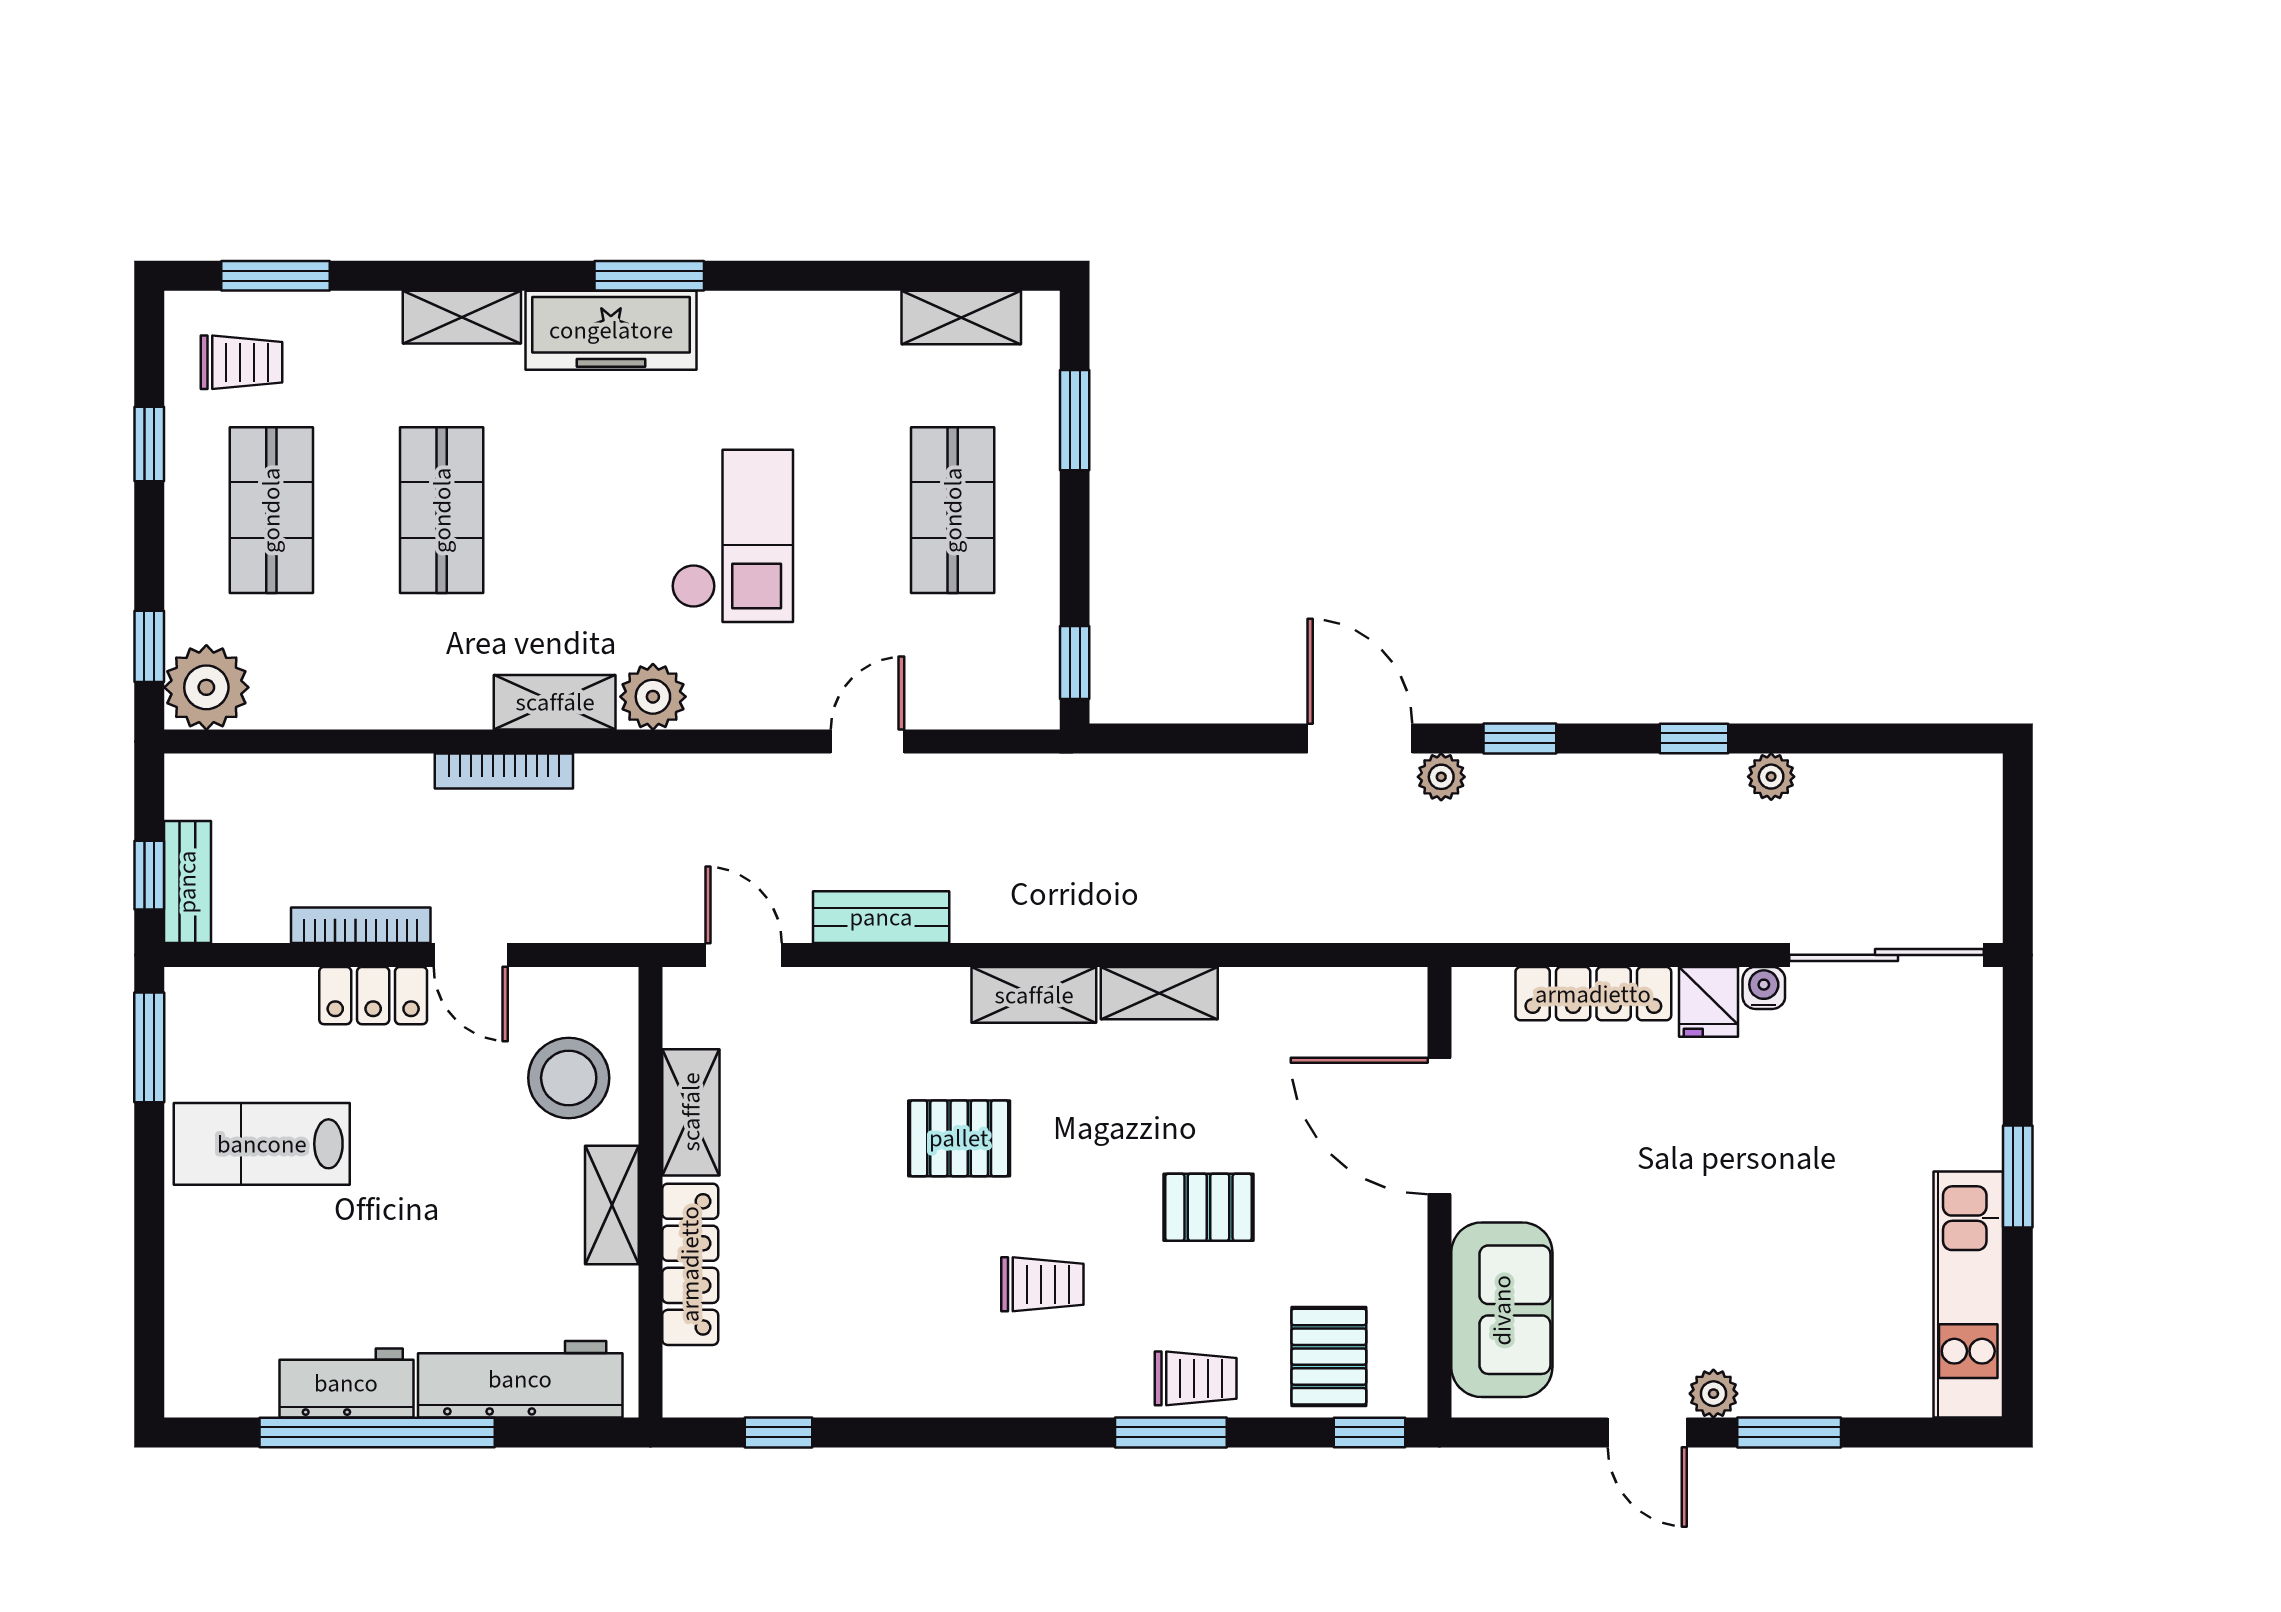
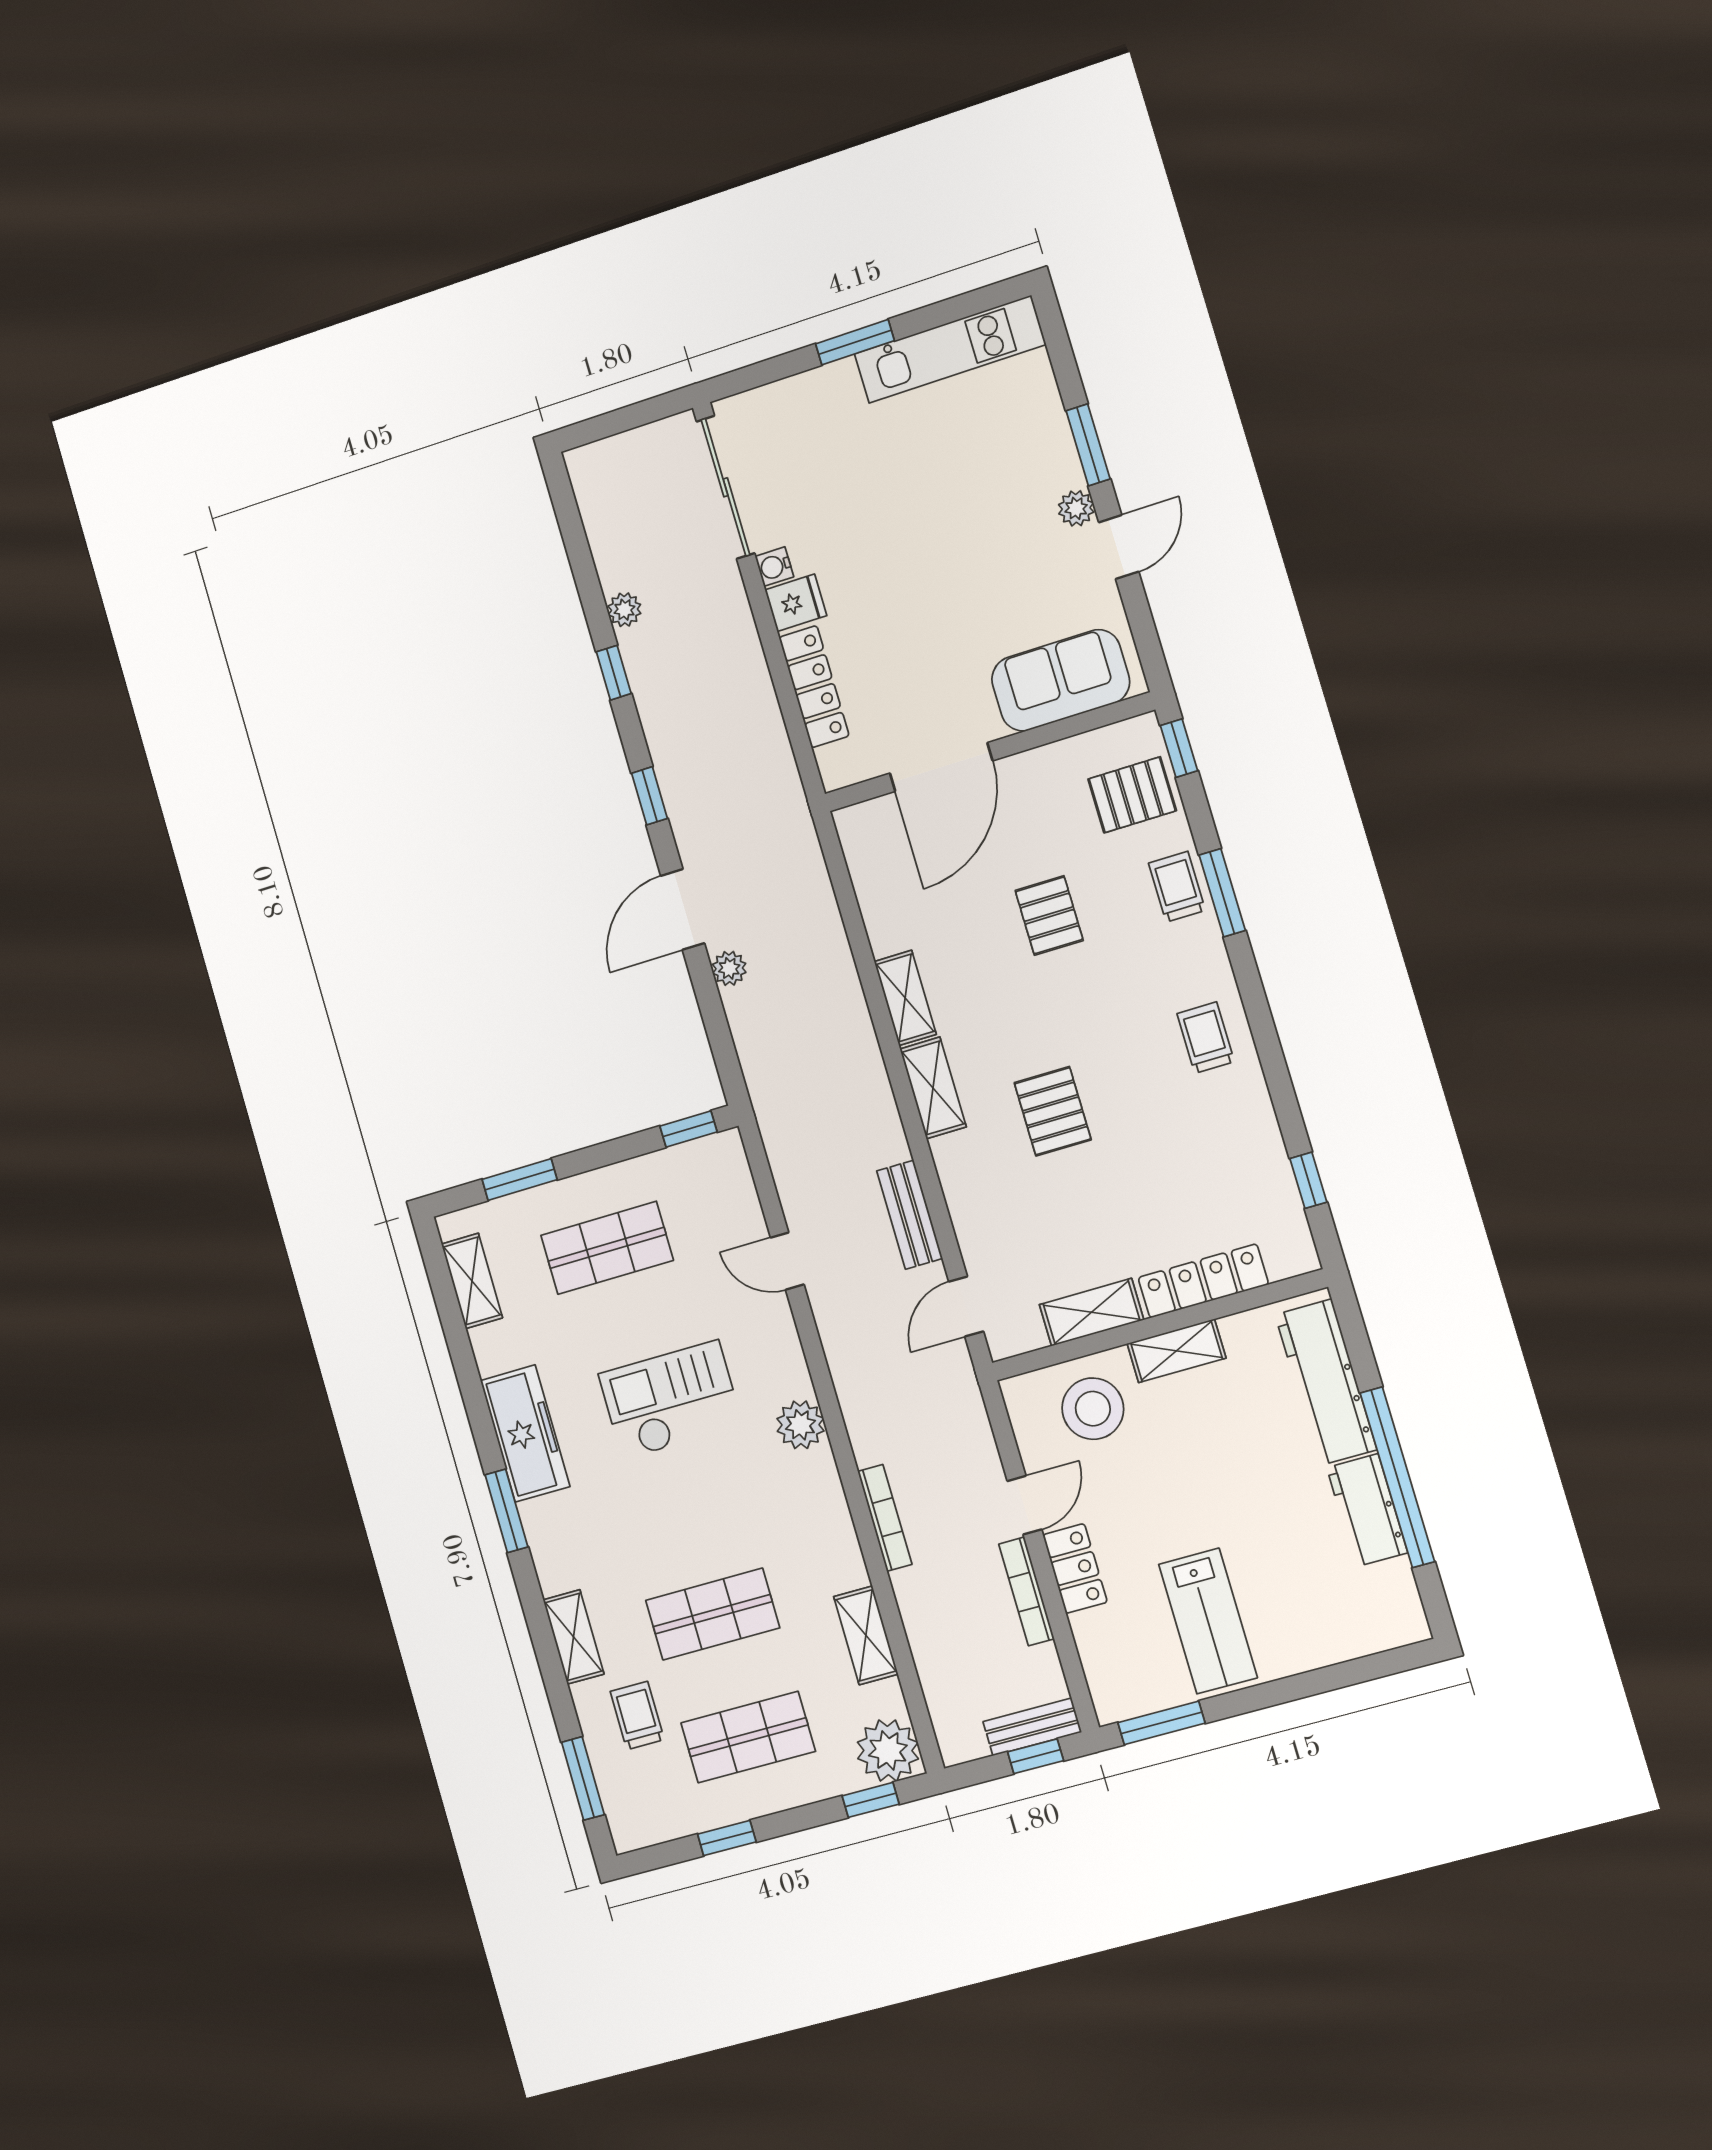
freezer: (611, 330) -> (525, 1433), moved
trolley: (241, 362) -> (637, 1716), moved
shelving: (555, 702) -> (866, 1635), moved
plant: (1441, 777) -> (729, 968), moved
trolley: (1042, 1284) -> (1206, 1038), moved

